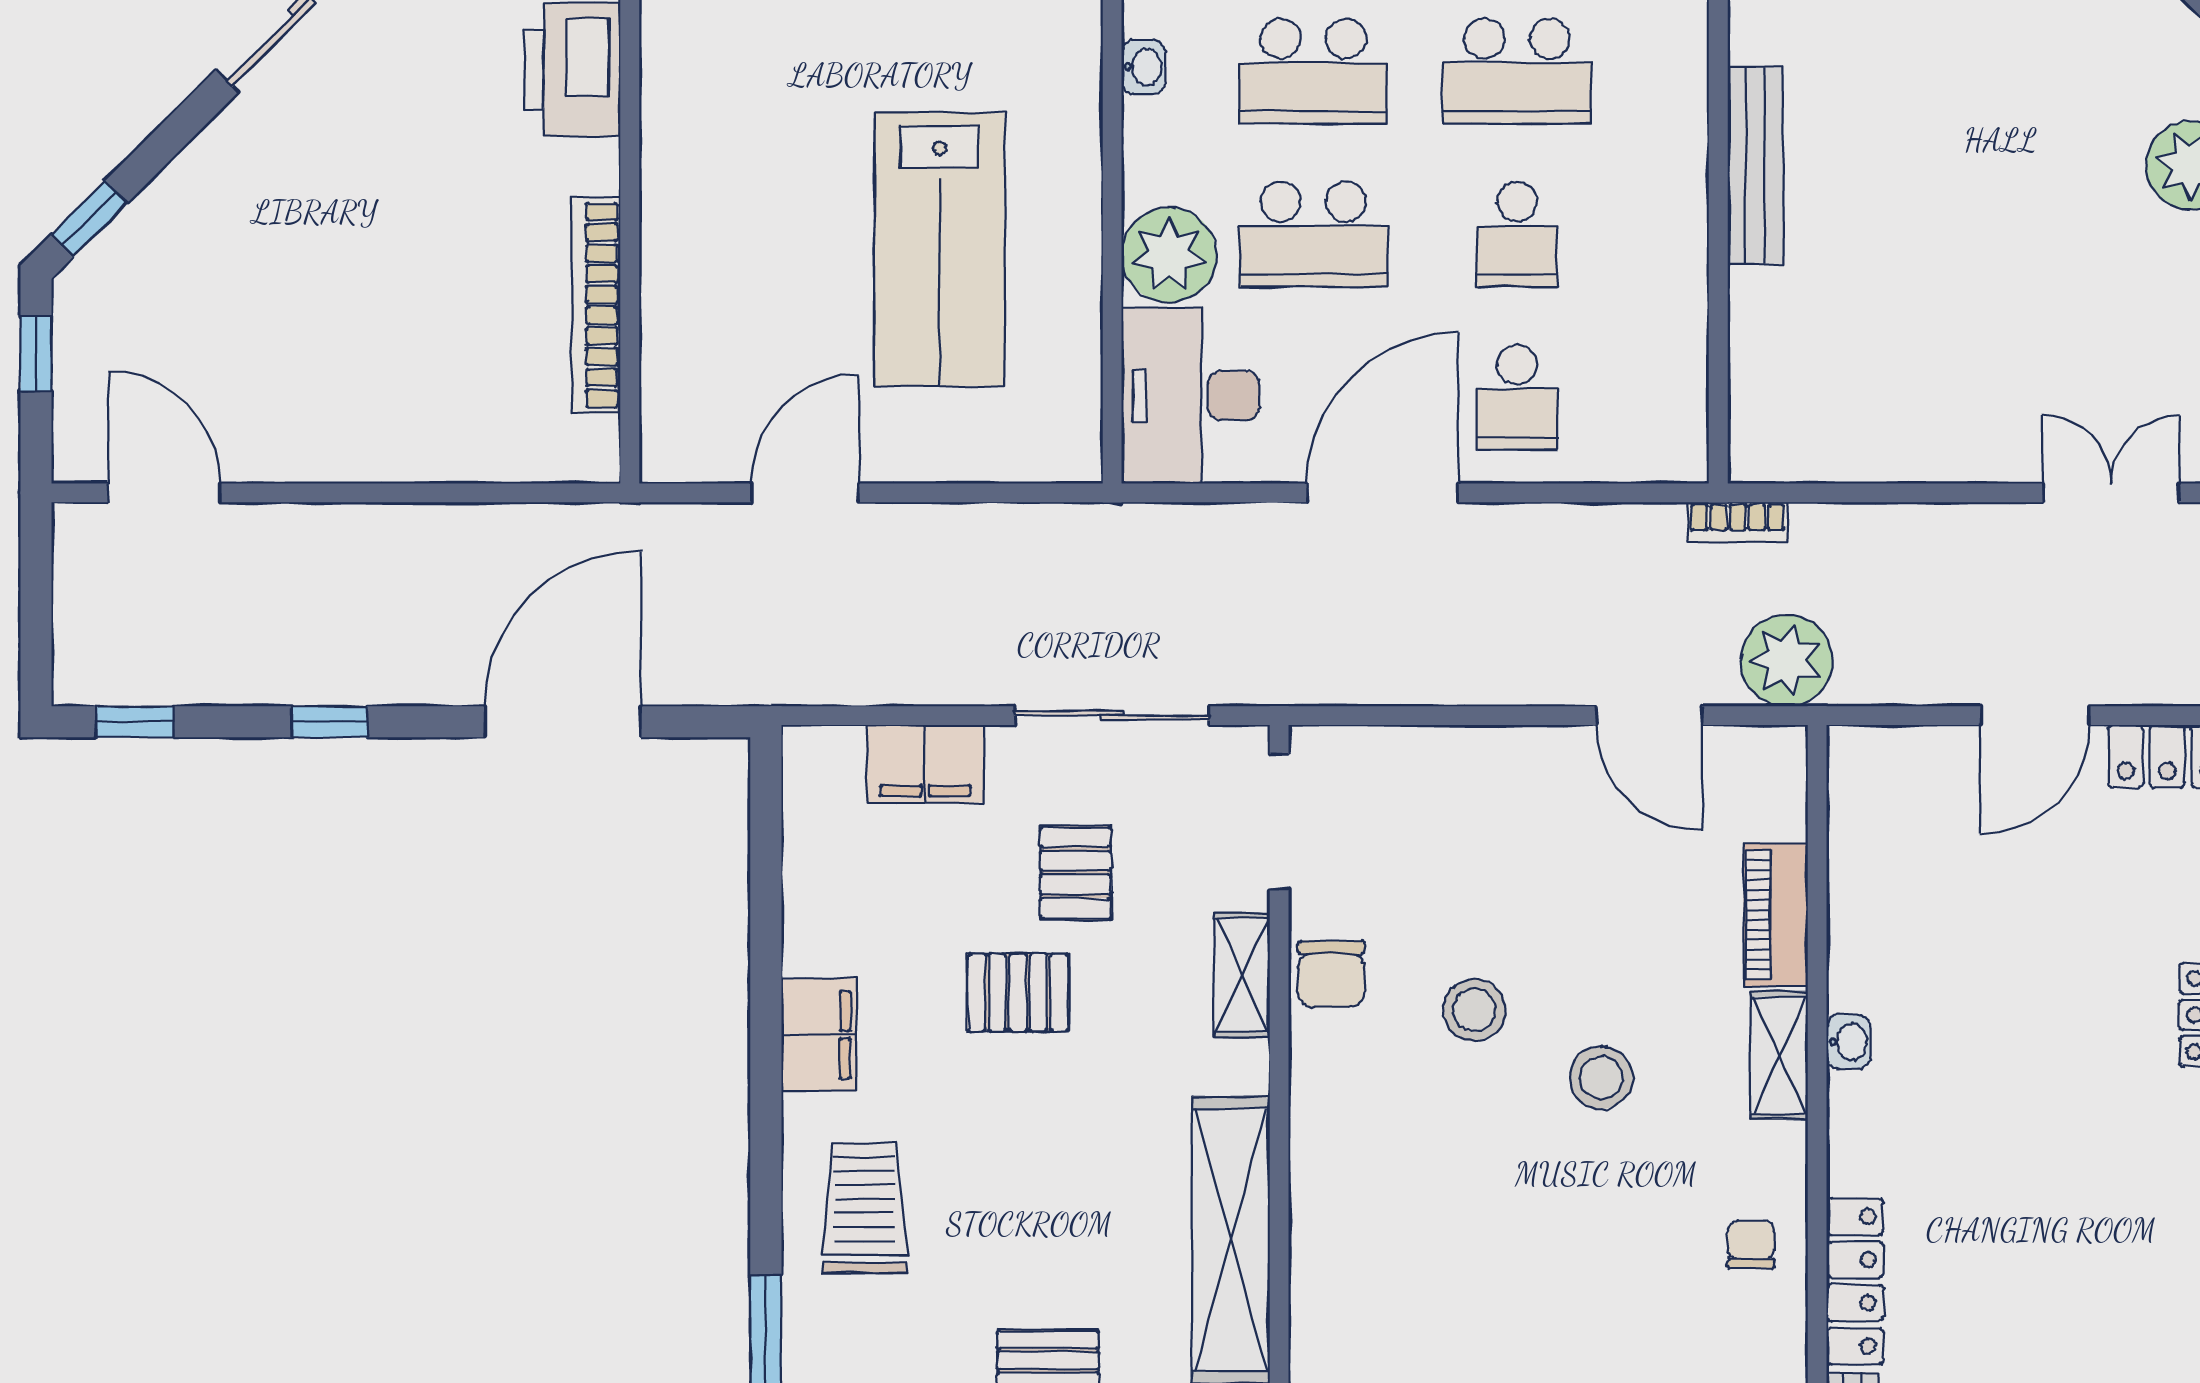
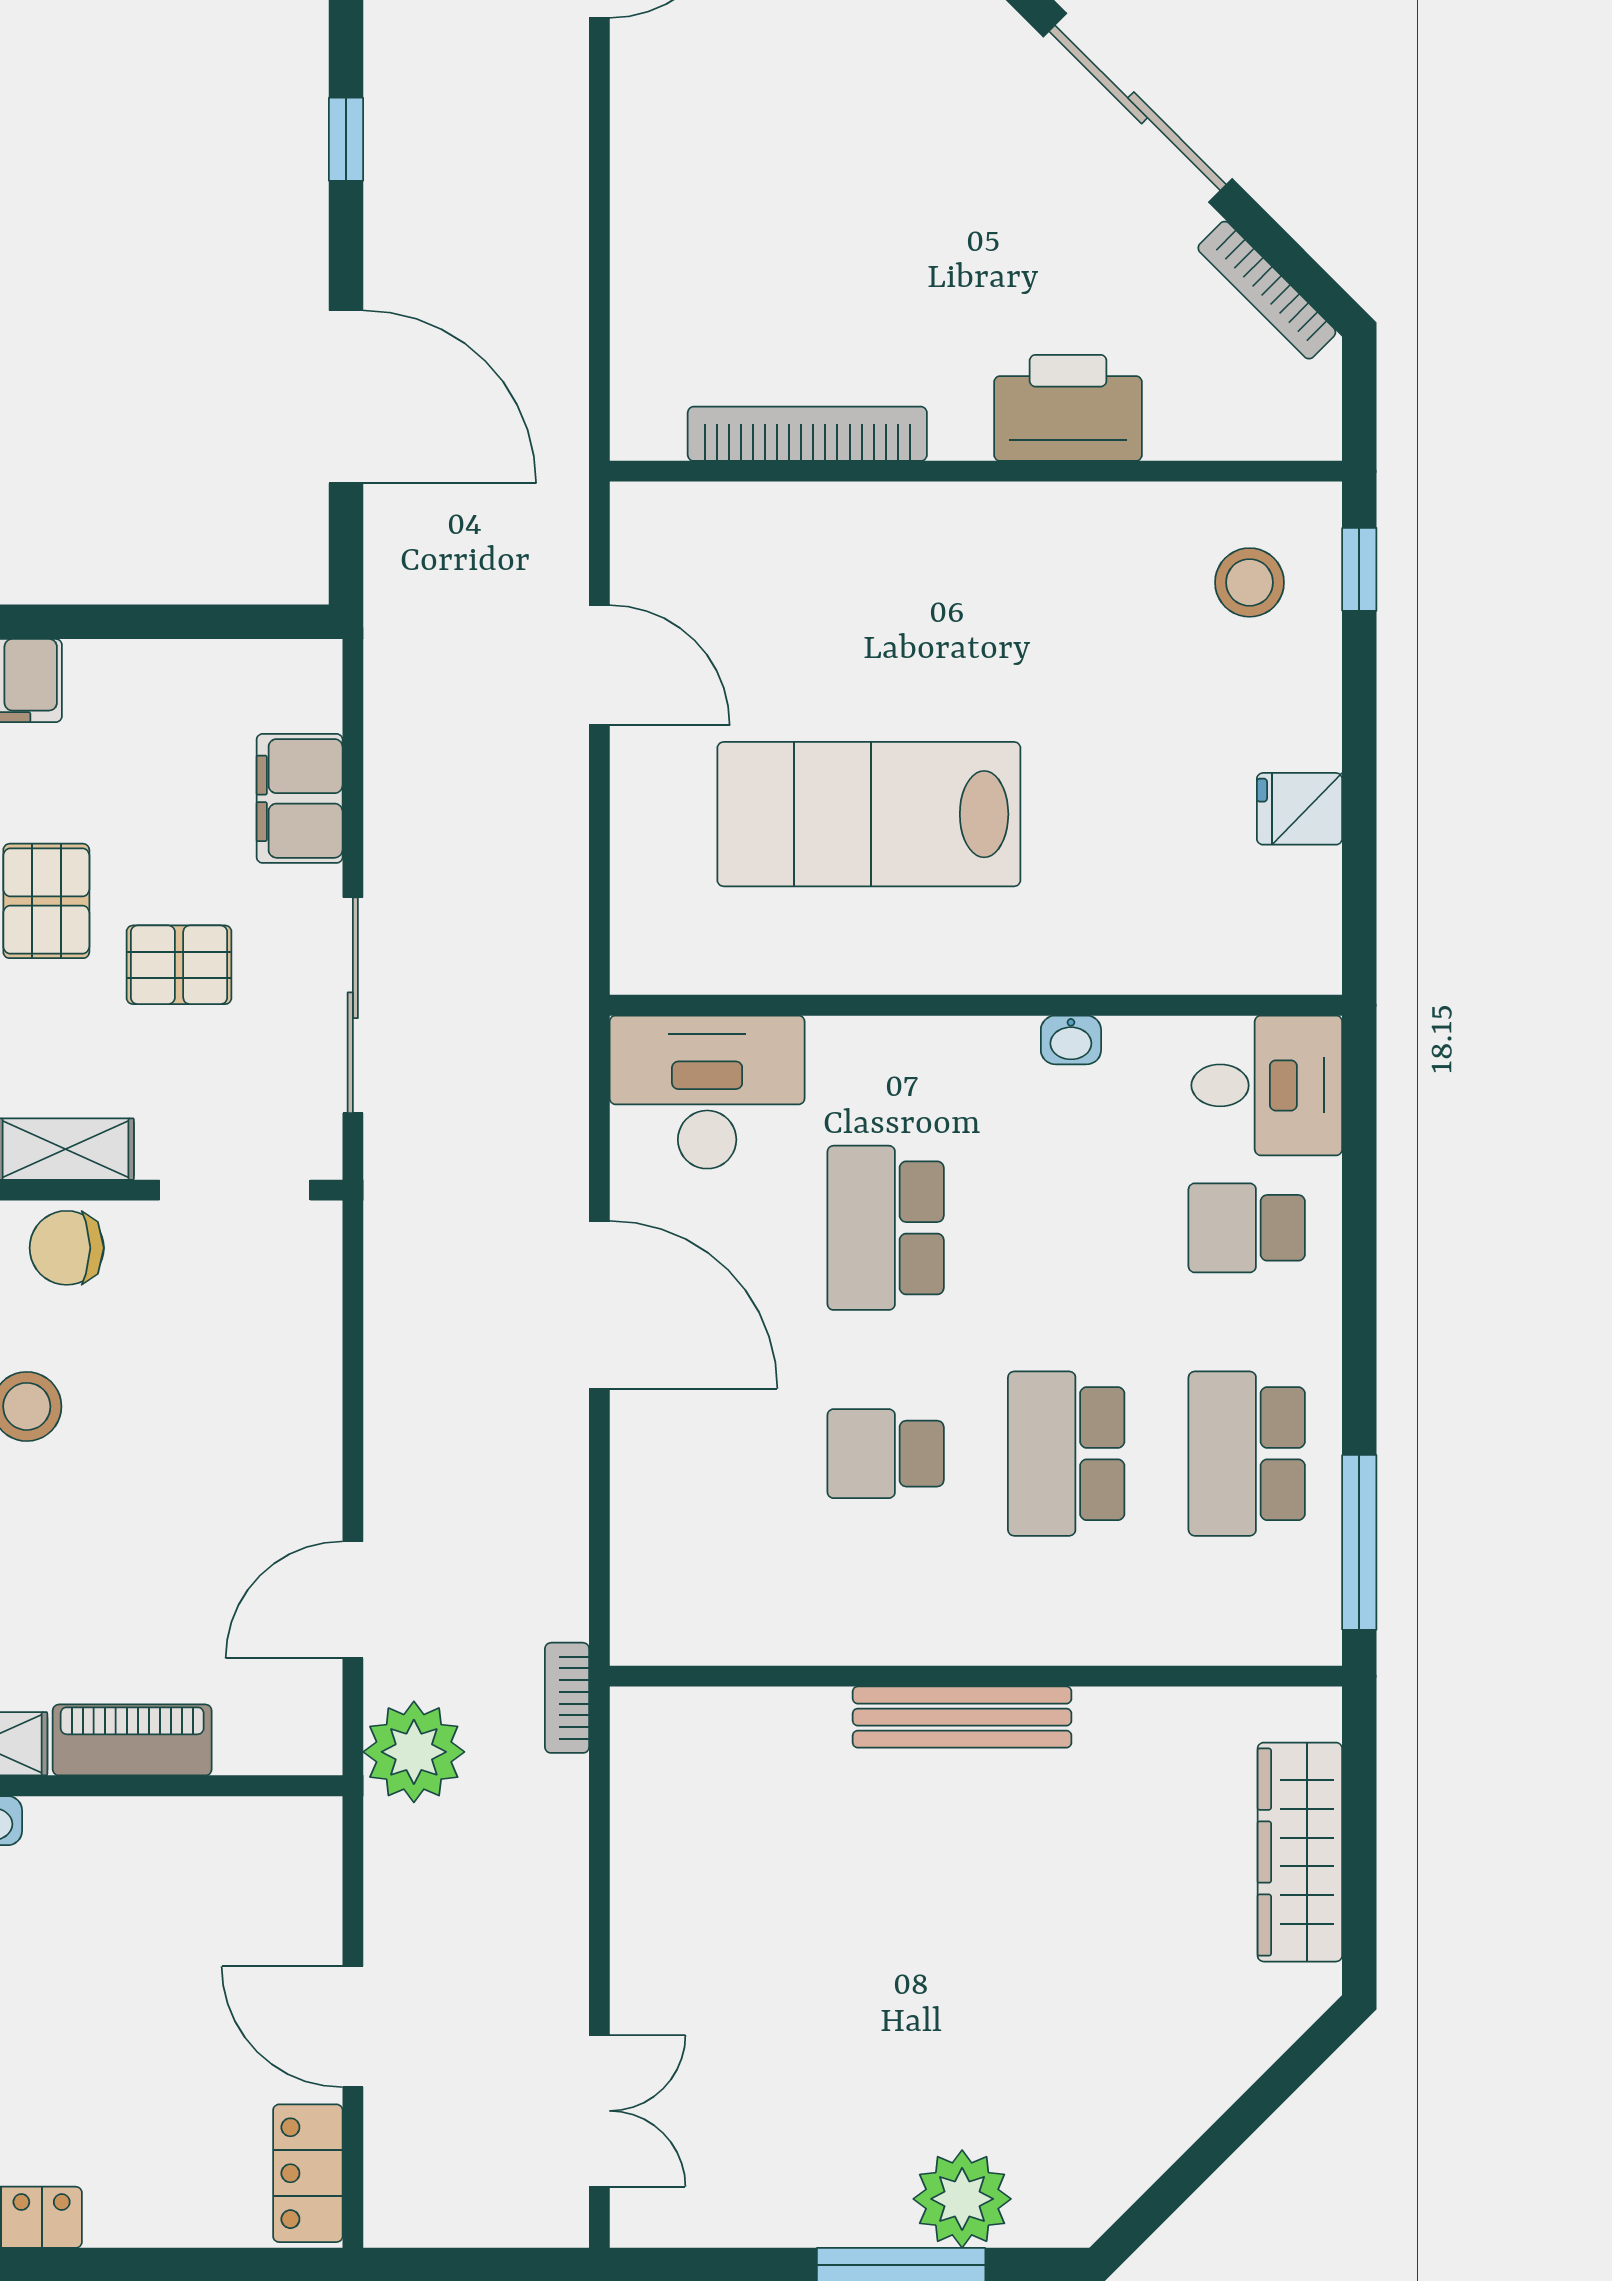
school desk: (1313, 71) -> (1066, 1228), removed
plant: (1169, 255) -> (863, 1068), removed
school desk: (1517, 397) -> (705, 1454), removed

